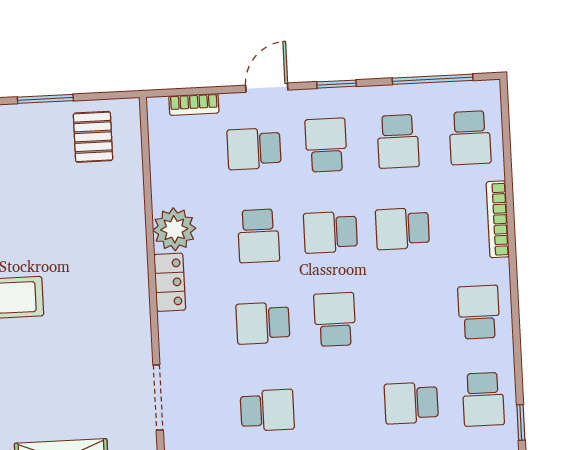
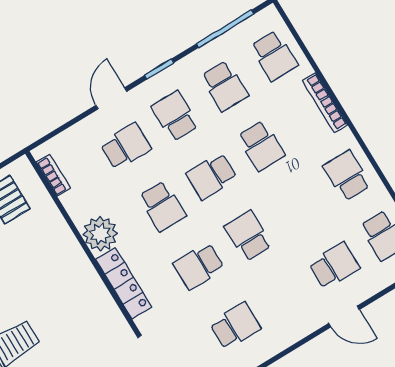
bookcase: (194, 104) -> (53, 175), moved, turned -90
school desk: (254, 149) -> (126, 146), turned 180
school desk: (402, 229) -> (261, 146), turned -90
locker: (170, 282) -> (124, 283), width x1.53
school desk: (411, 403) -> (334, 266), turned 180

